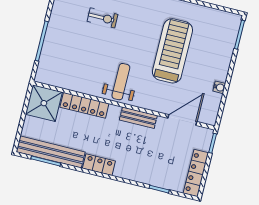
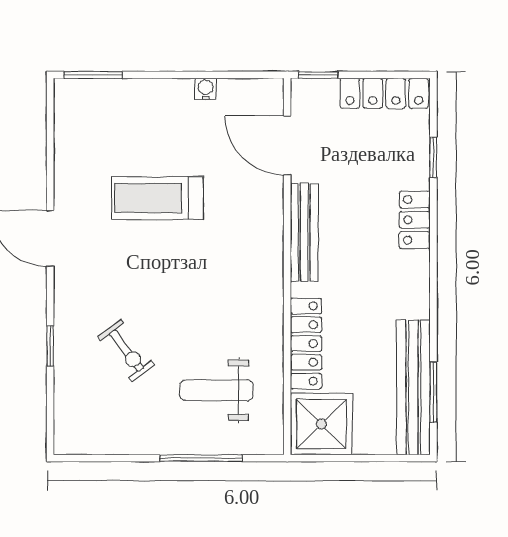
exercise bike: (103, 18) -> (126, 351), turned 143
treadmill: (172, 51) -> (157, 198), width x0.73, depth x0.73
weight bench: (121, 82) -> (216, 390), moved
bench: (138, 118) -> (304, 232), width x1.36
locker: (99, 165) -> (415, 220), moved

